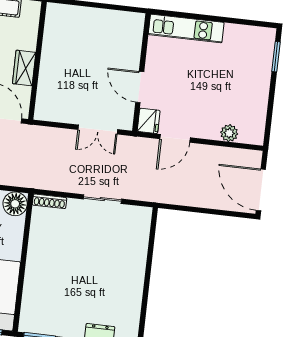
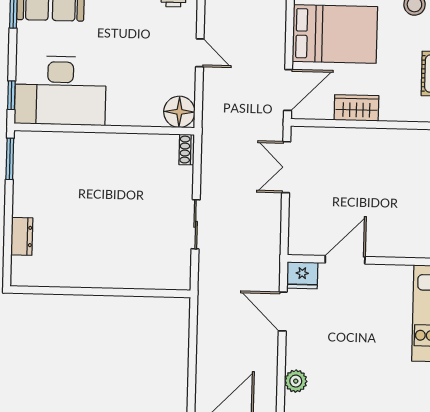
double door: (98, 130) -> (286, 167), moved
shoe rack: (49, 201) -> (187, 150), width x0.70

